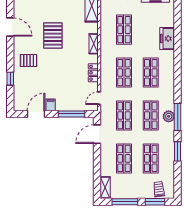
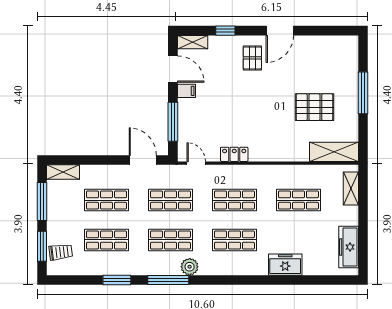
door: (10, 27) -> (280, 31), moved
pallet: (53, 35) -> (314, 107), moved
shelving: (94, 44) -> (193, 42), moved
plant: (169, 116) -> (190, 267), moved

